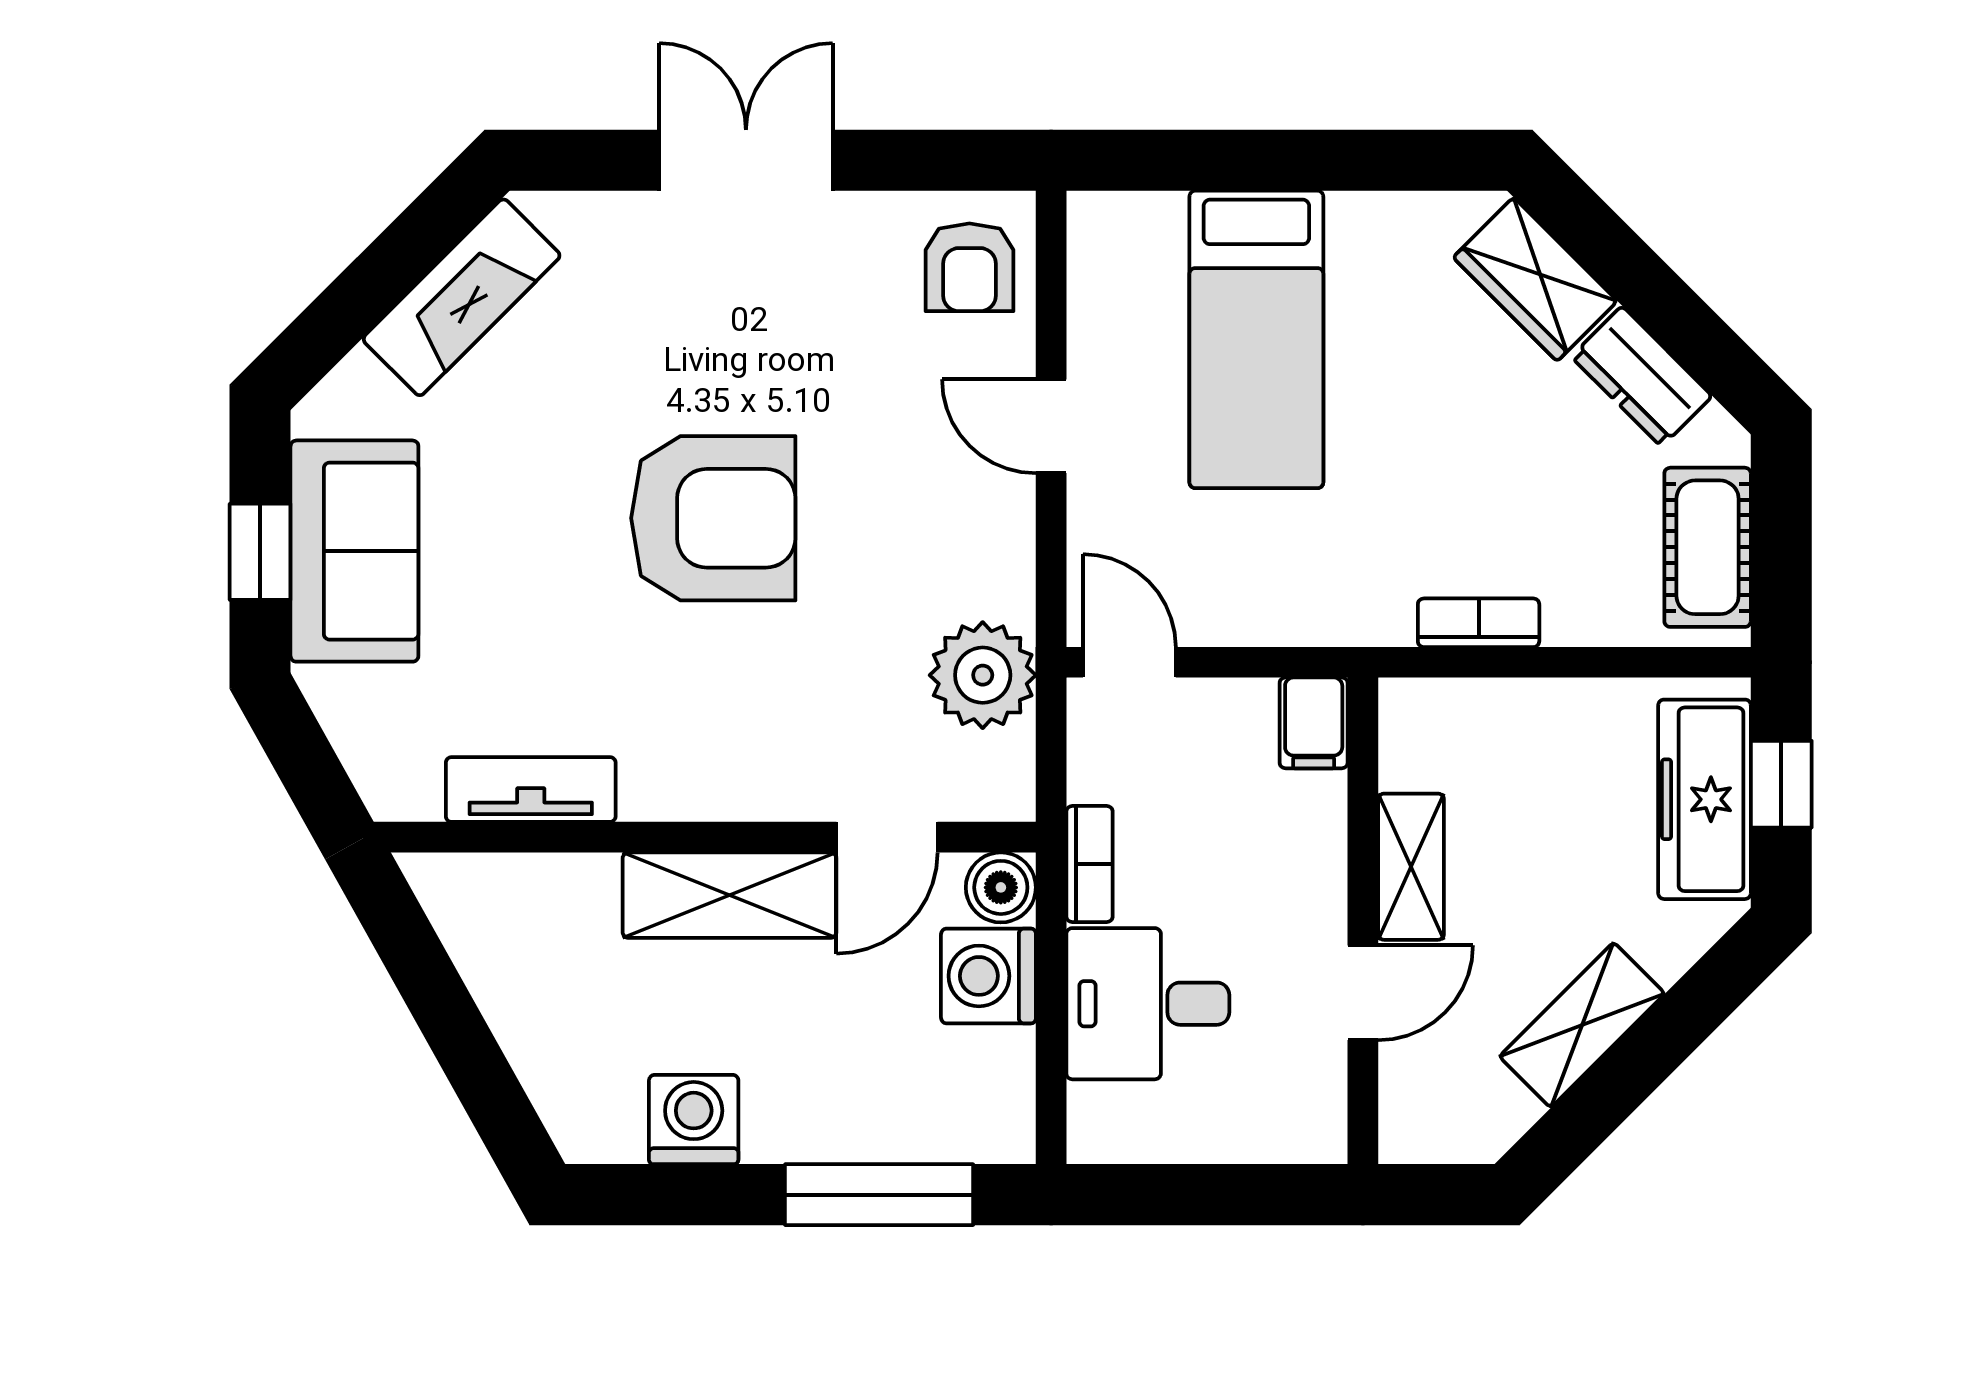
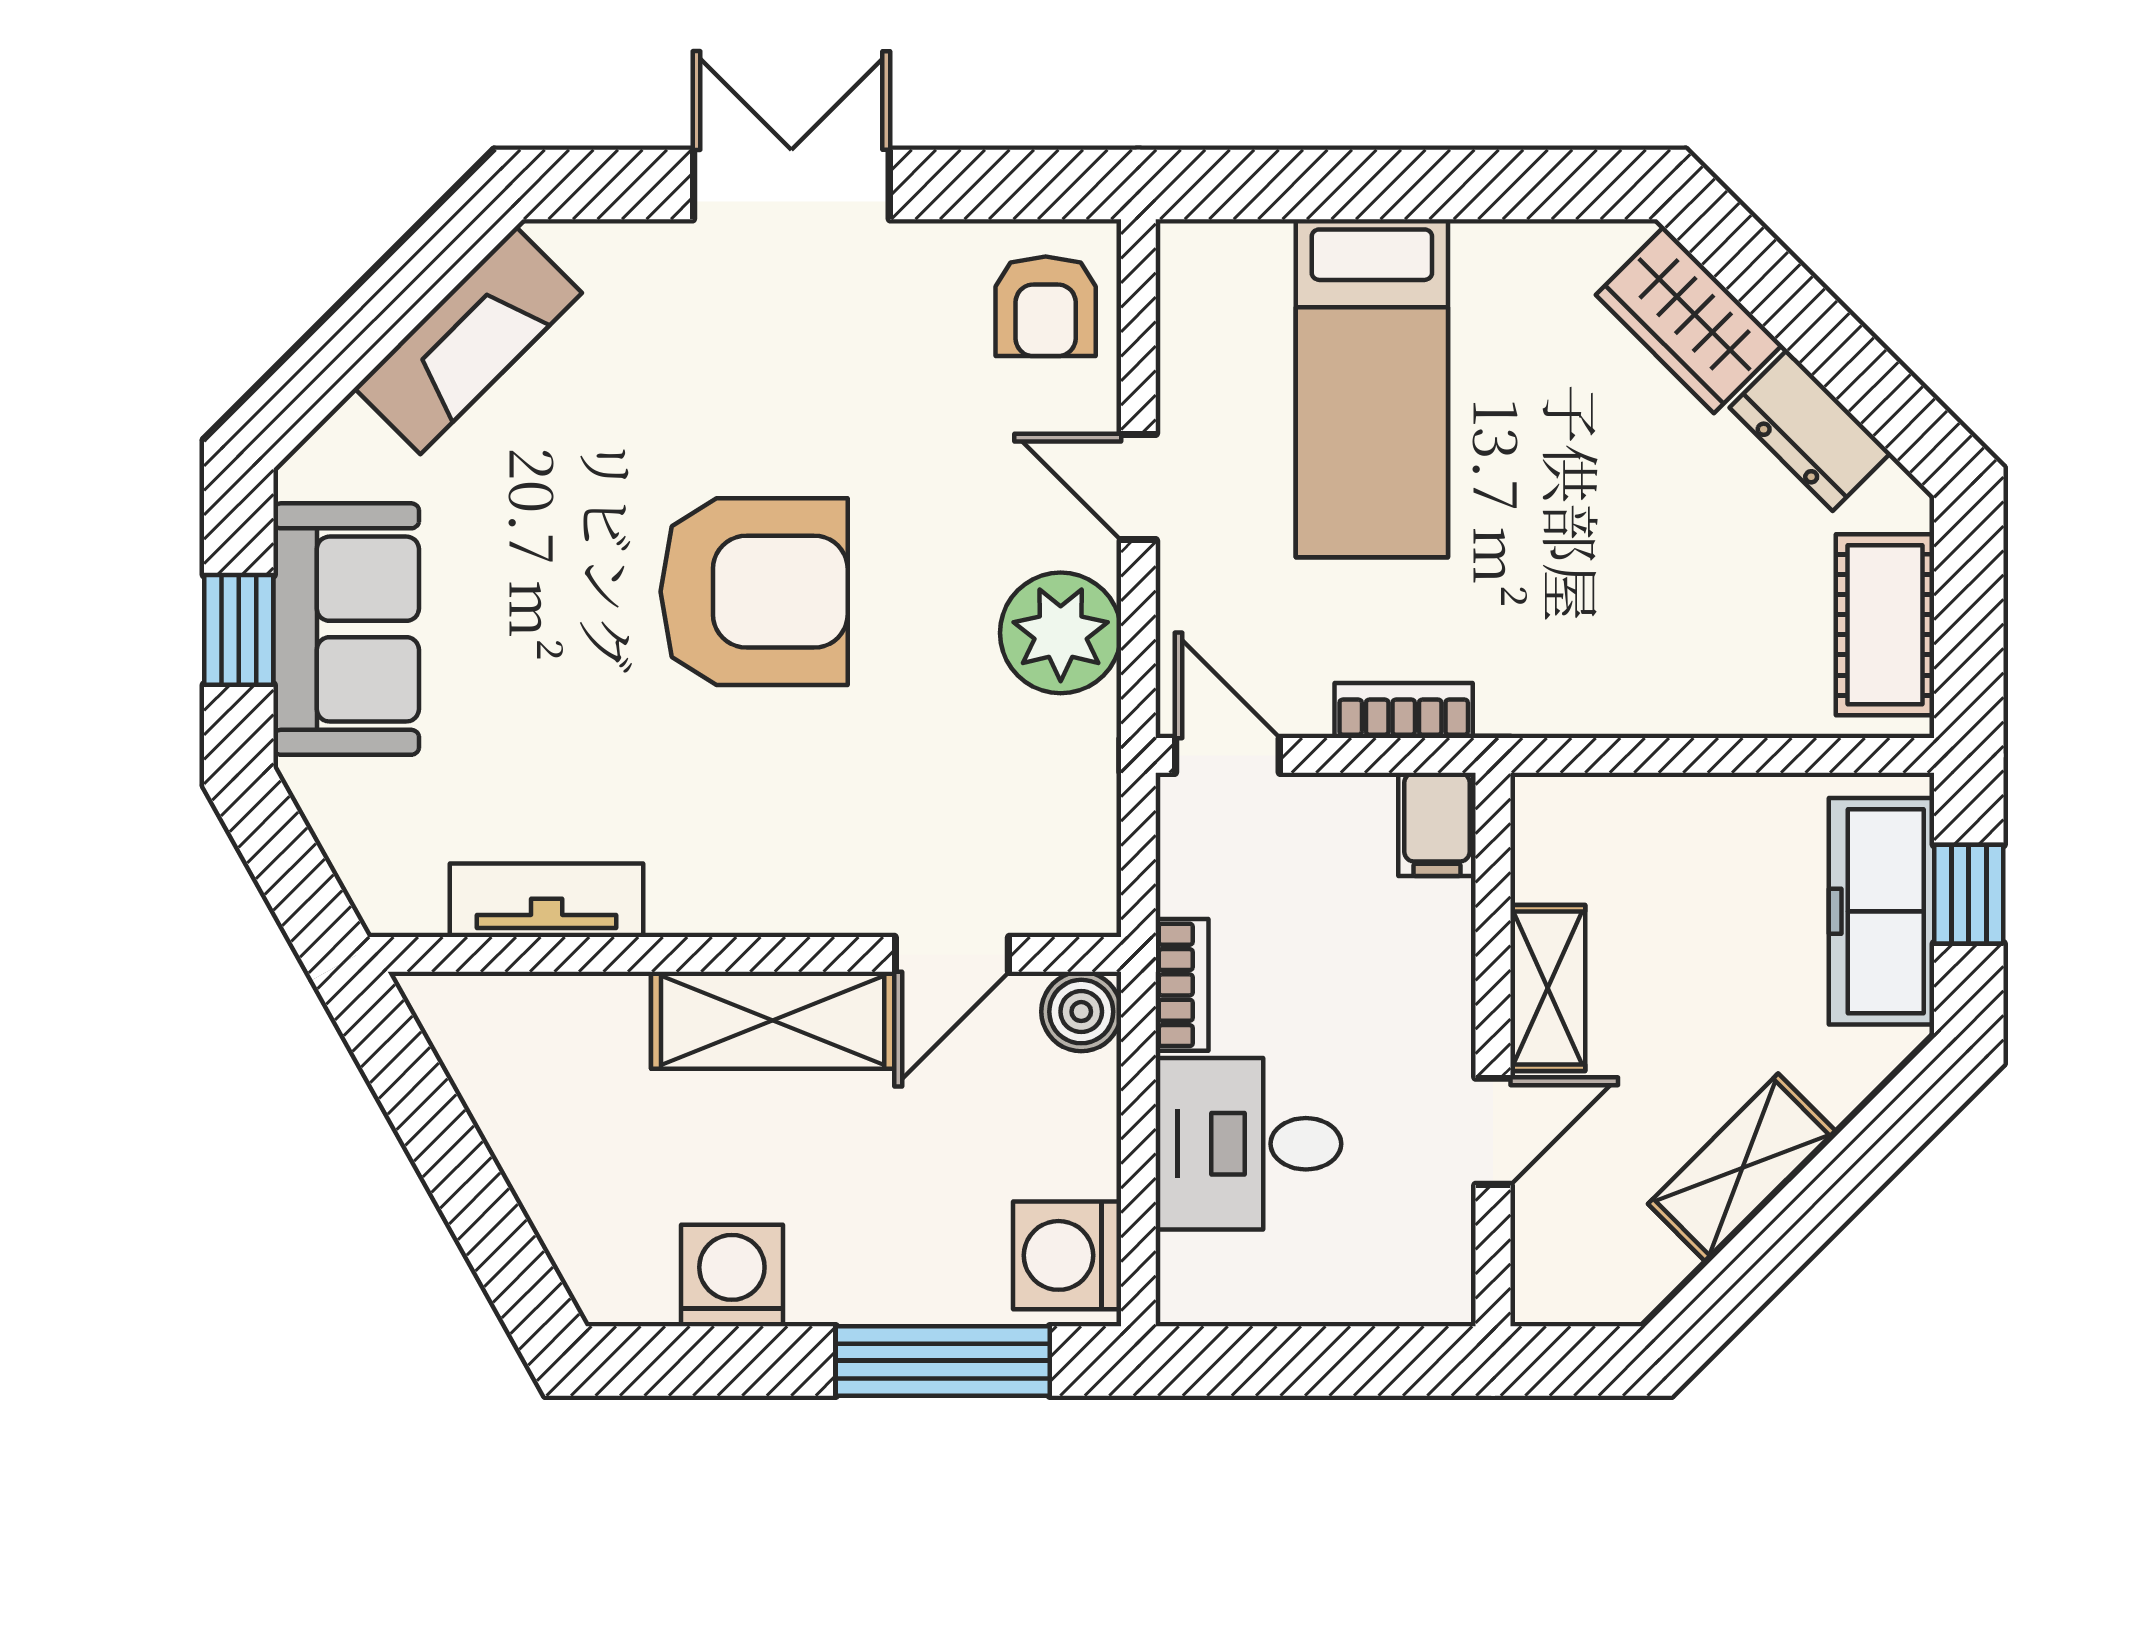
bookcase: (1479, 623) -> (1404, 711), moved
plant: (983, 675) -> (1061, 633), moved
washing machine: (988, 976) -> (1067, 1255), moved

